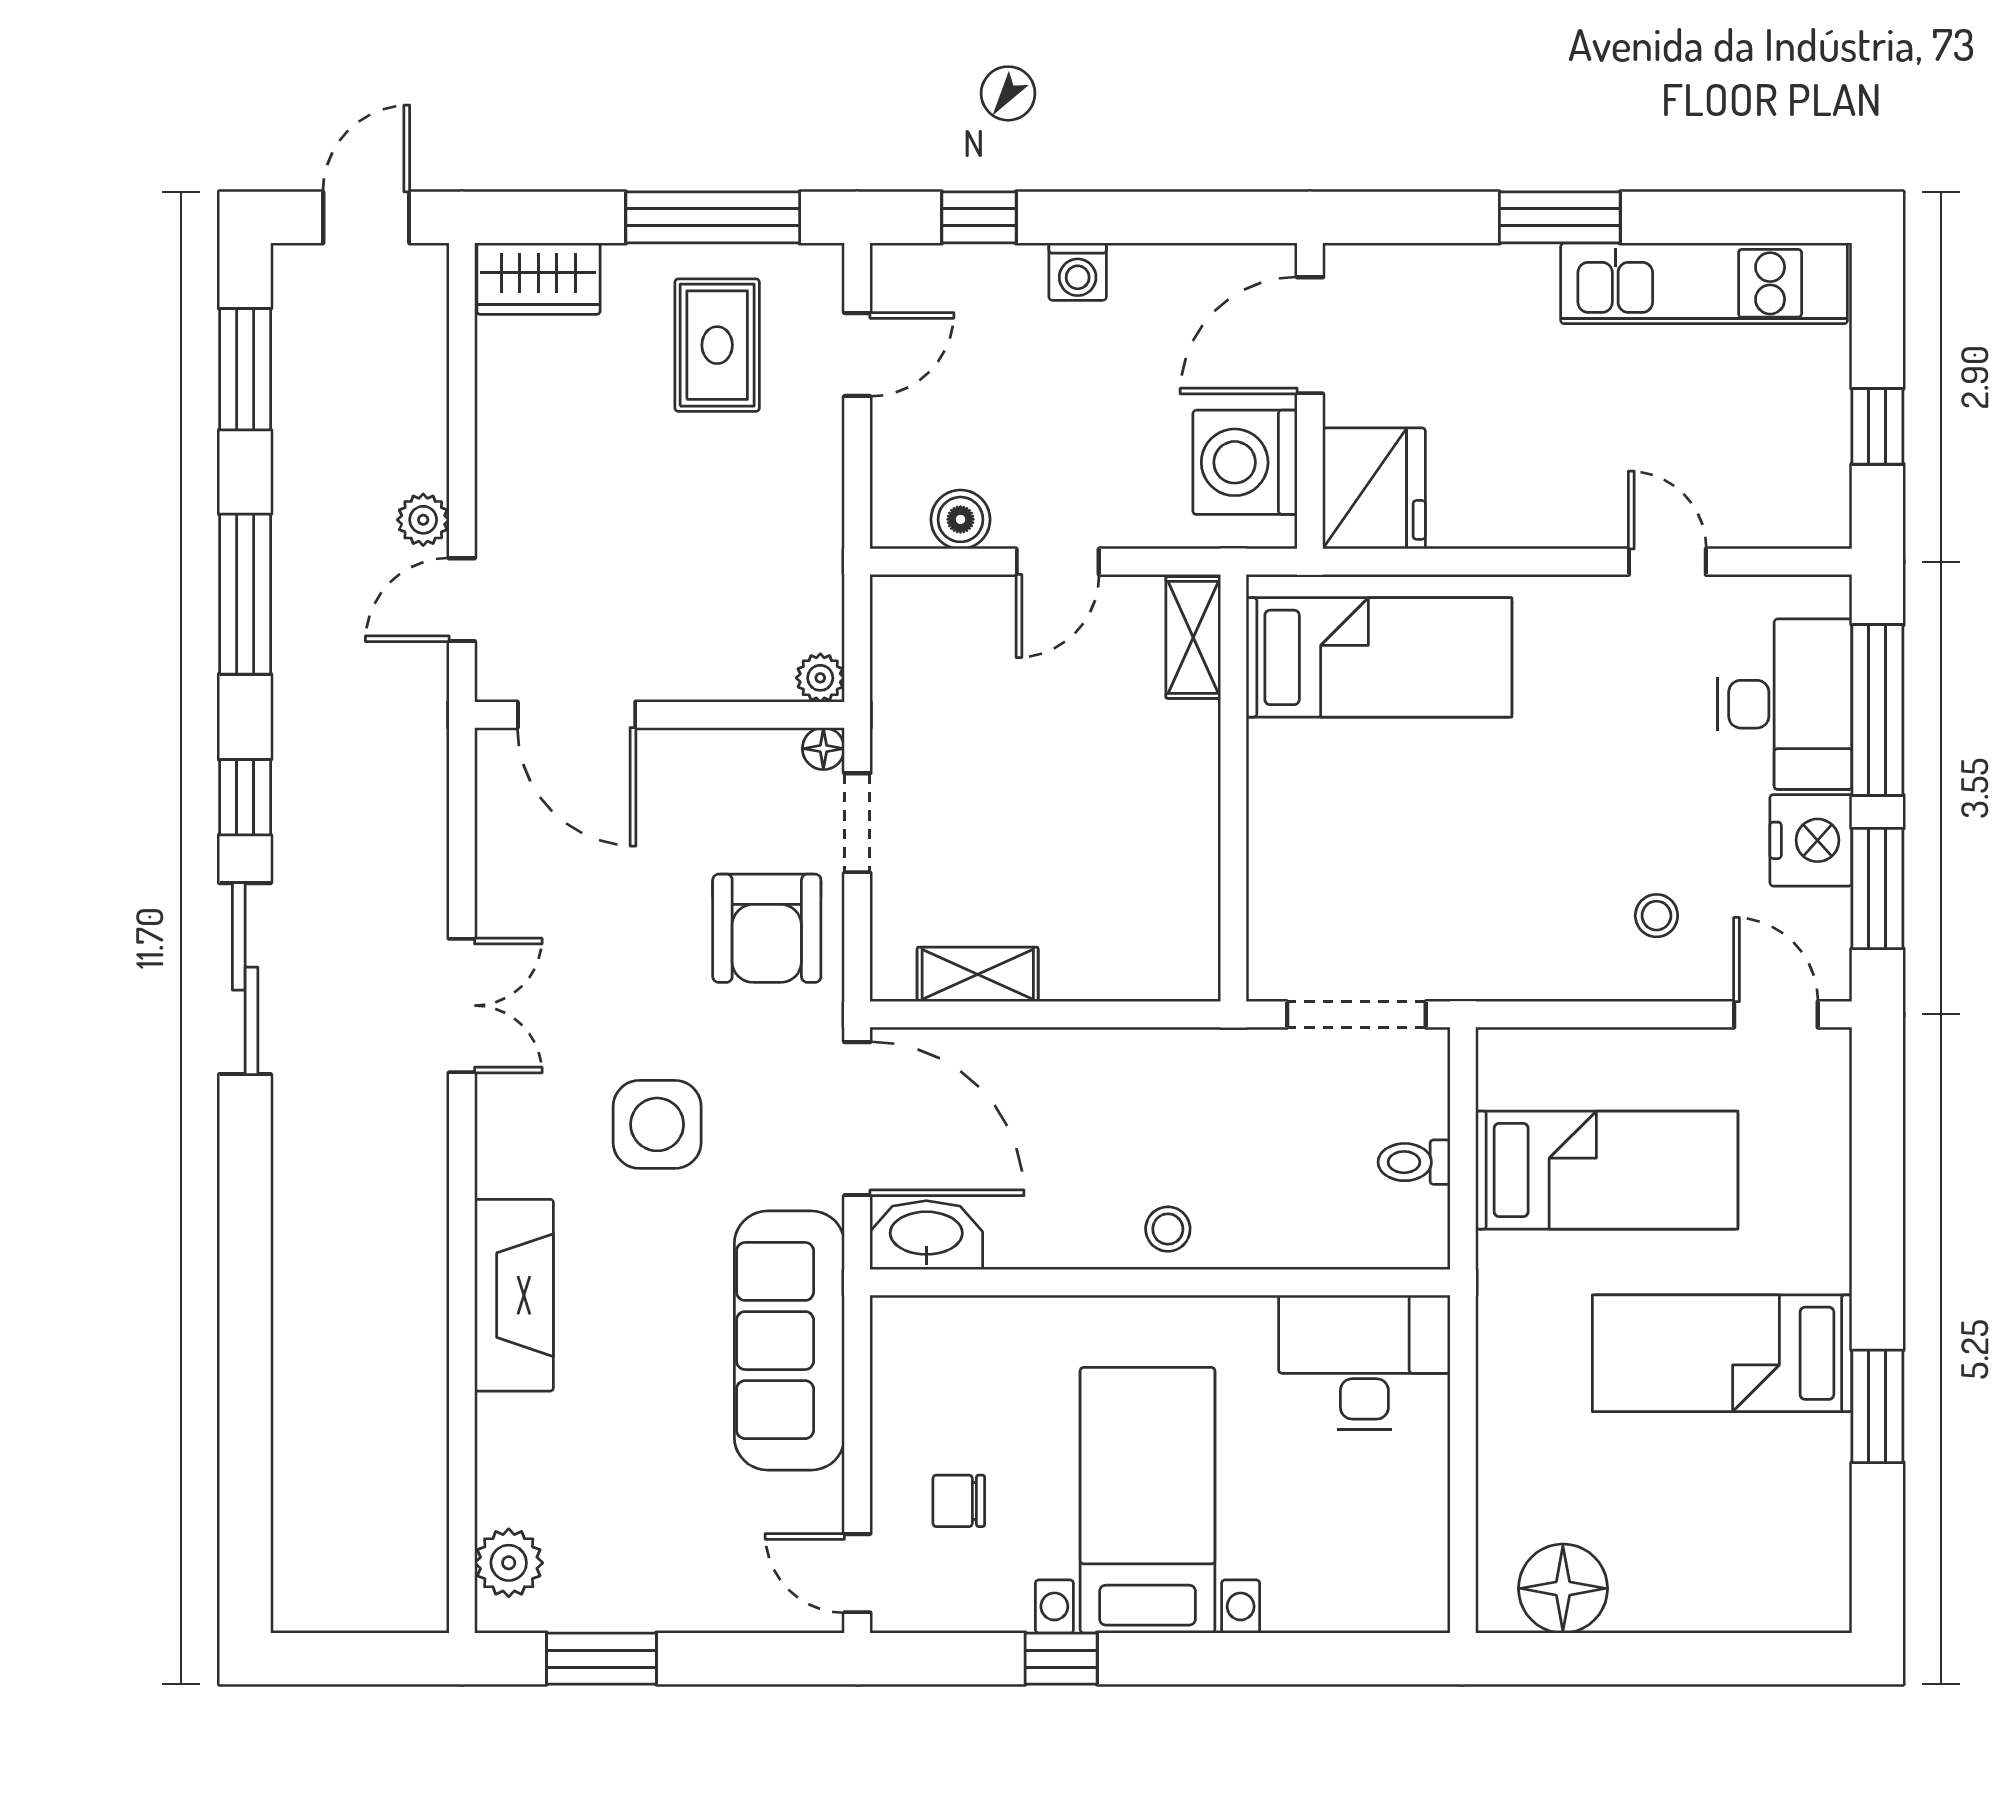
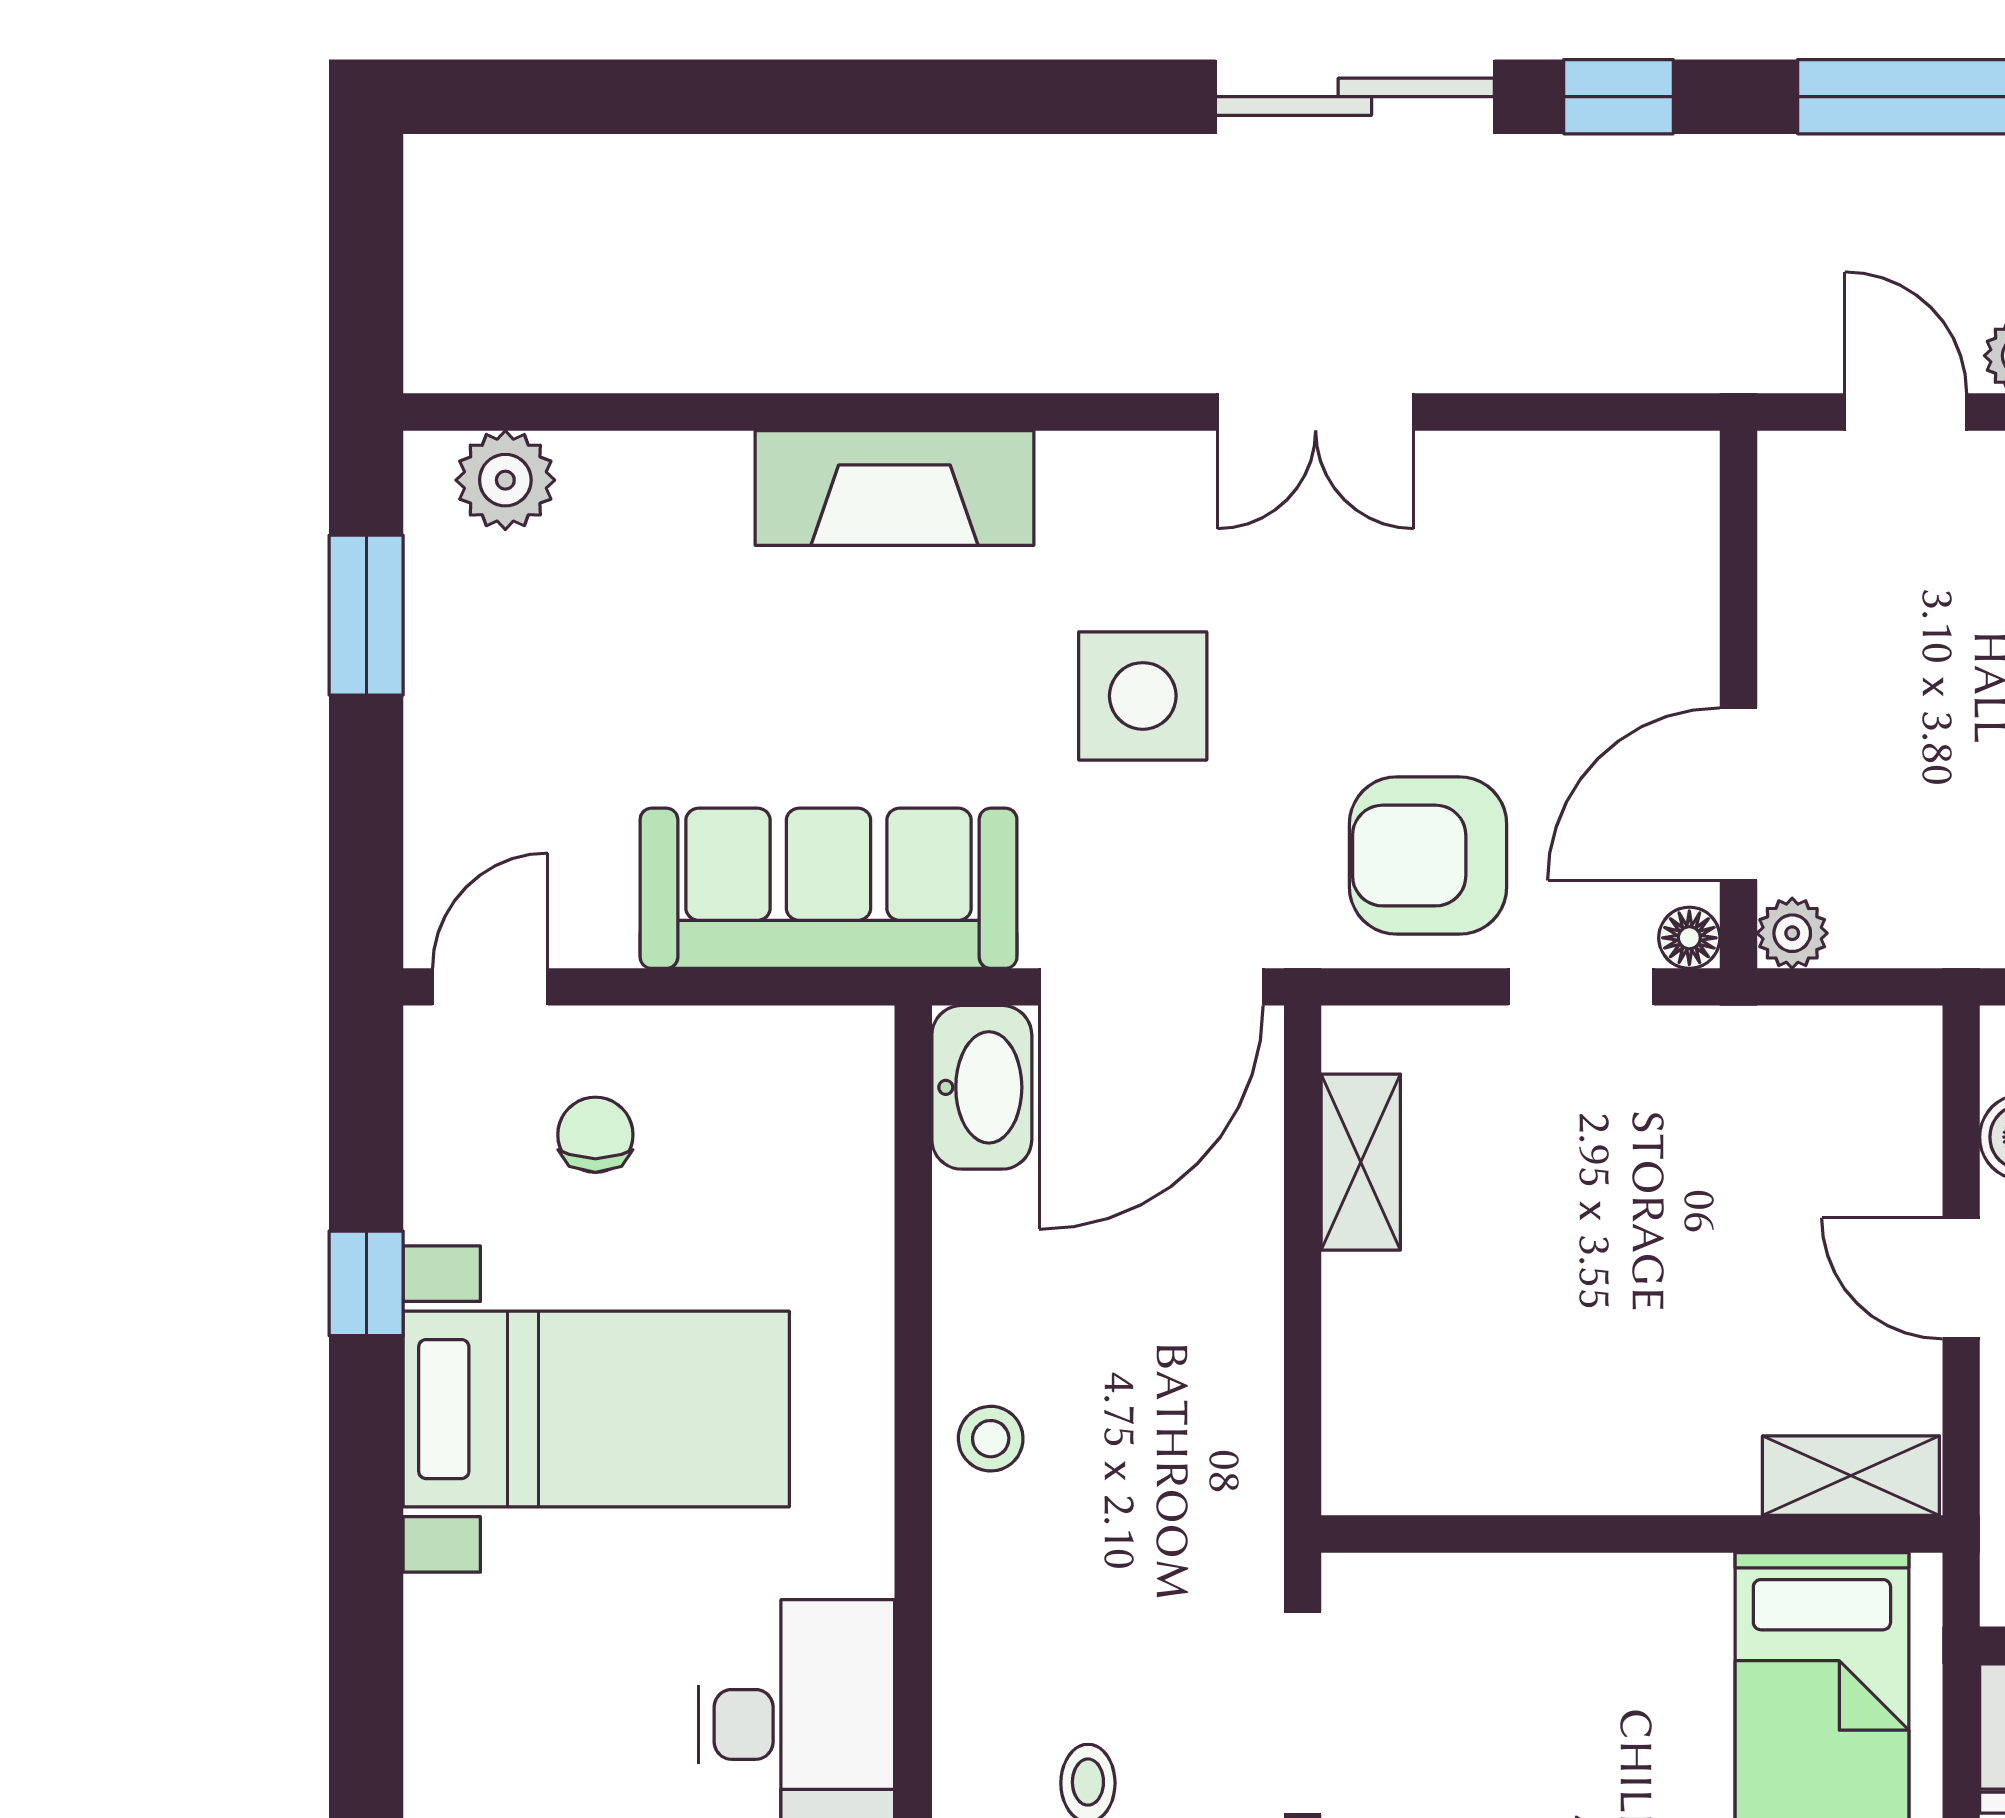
door: (577, 715) -> (1738, 794), moved

